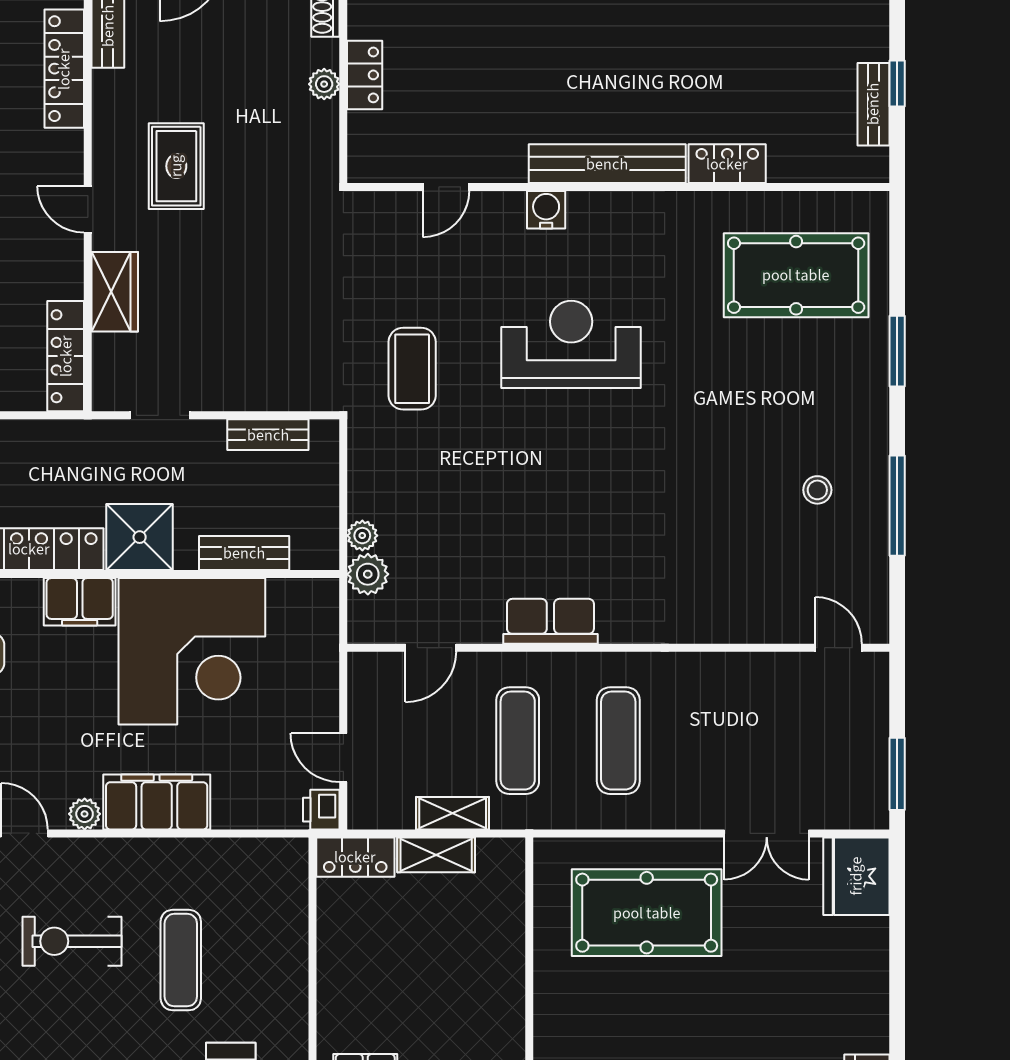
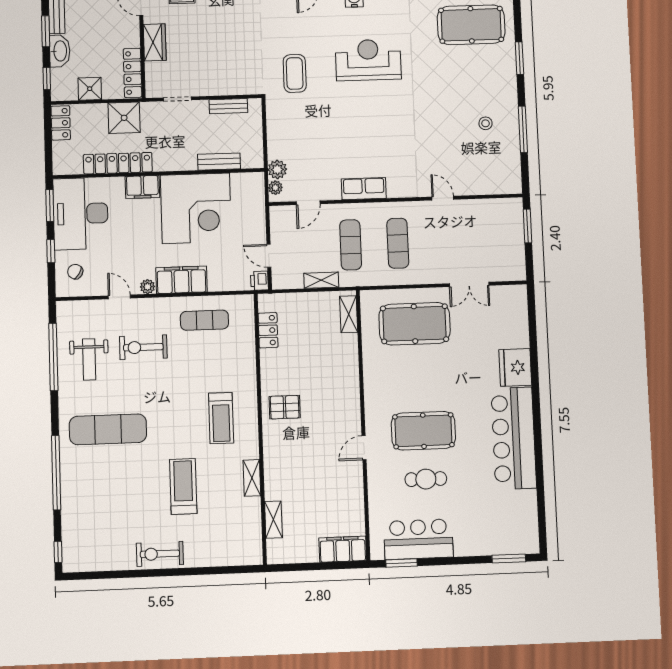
plant: (362, 536) -> (275, 188), moved
shower: (140, 537) -> (124, 118), moved
door: (839, 648) -> (443, 198), moved
window: (897, 774) -> (528, 226), moved
shelving: (436, 855) -> (349, 314), moved, turned 90
locker: (355, 857) -> (268, 330), moved, turned -90
fridge: (856, 876) -> (515, 367), moved
exercise mat: (181, 960) -> (204, 320), moved, turned 90

